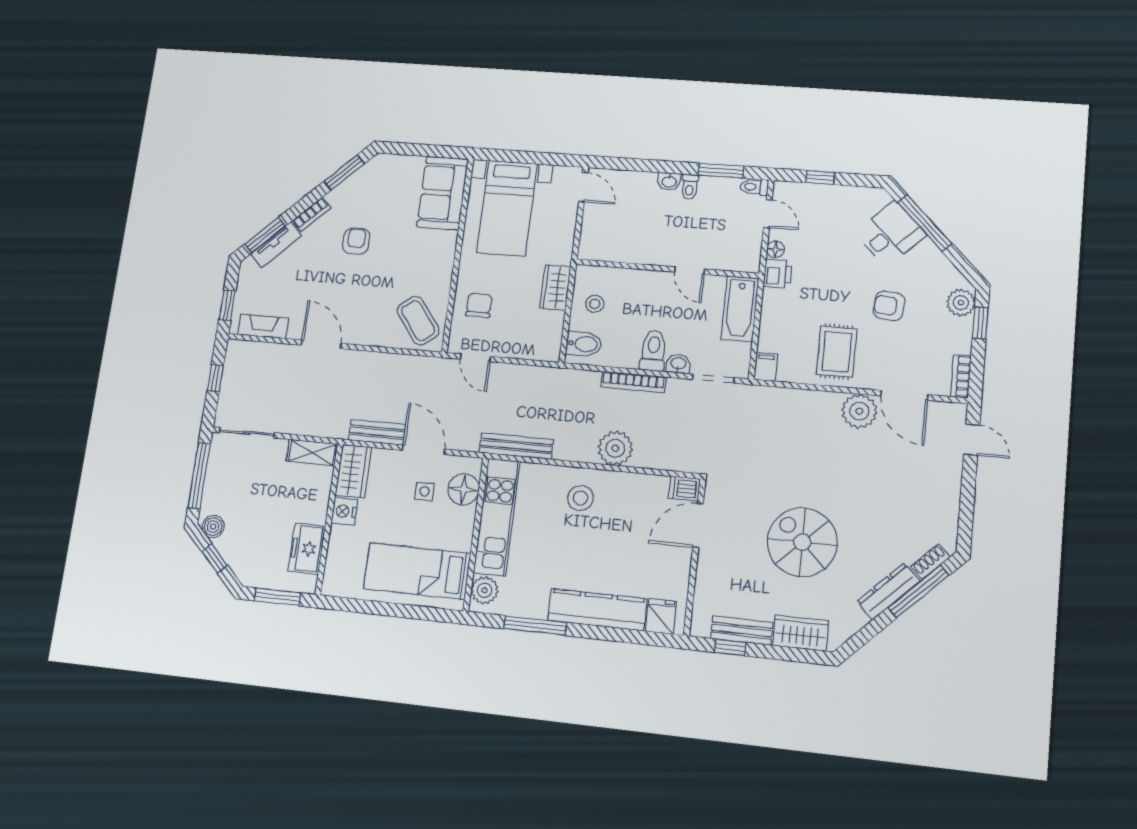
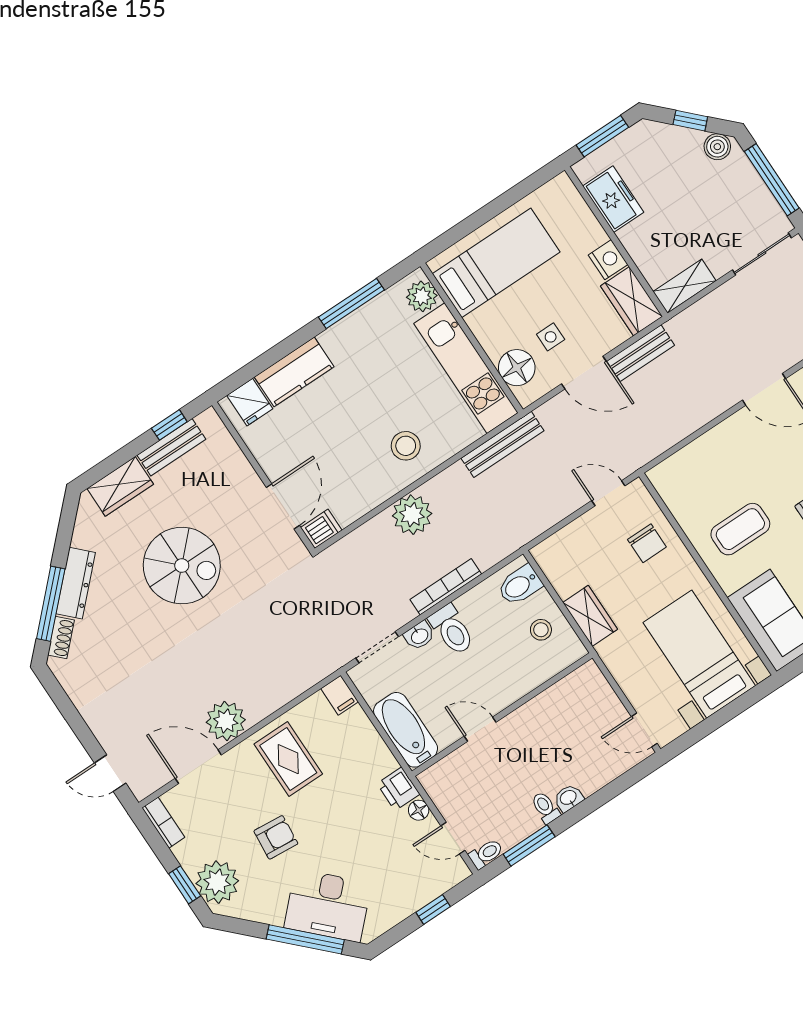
desk: (890, 234) -> (328, 905), width x1.37
plant: (961, 303) -> (217, 882), width x1.36, depth x1.36
coffee table: (418, 321) -> (740, 529), moved, turned -53
kitchen counter: (597, 610) -> (294, 372), width x0.67

